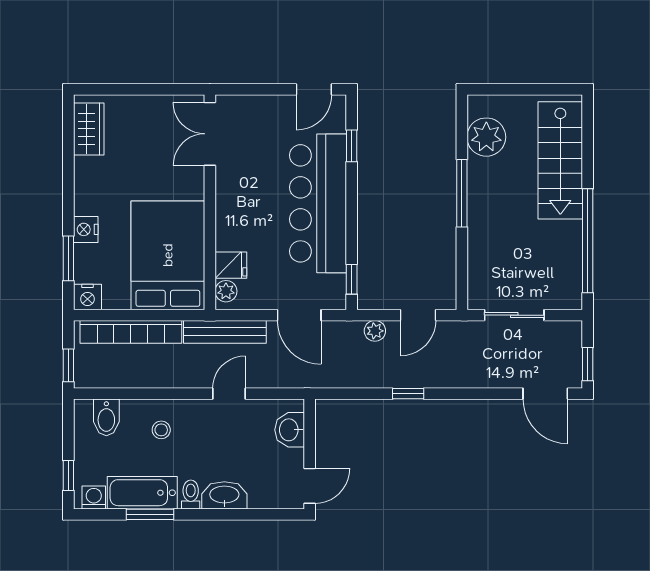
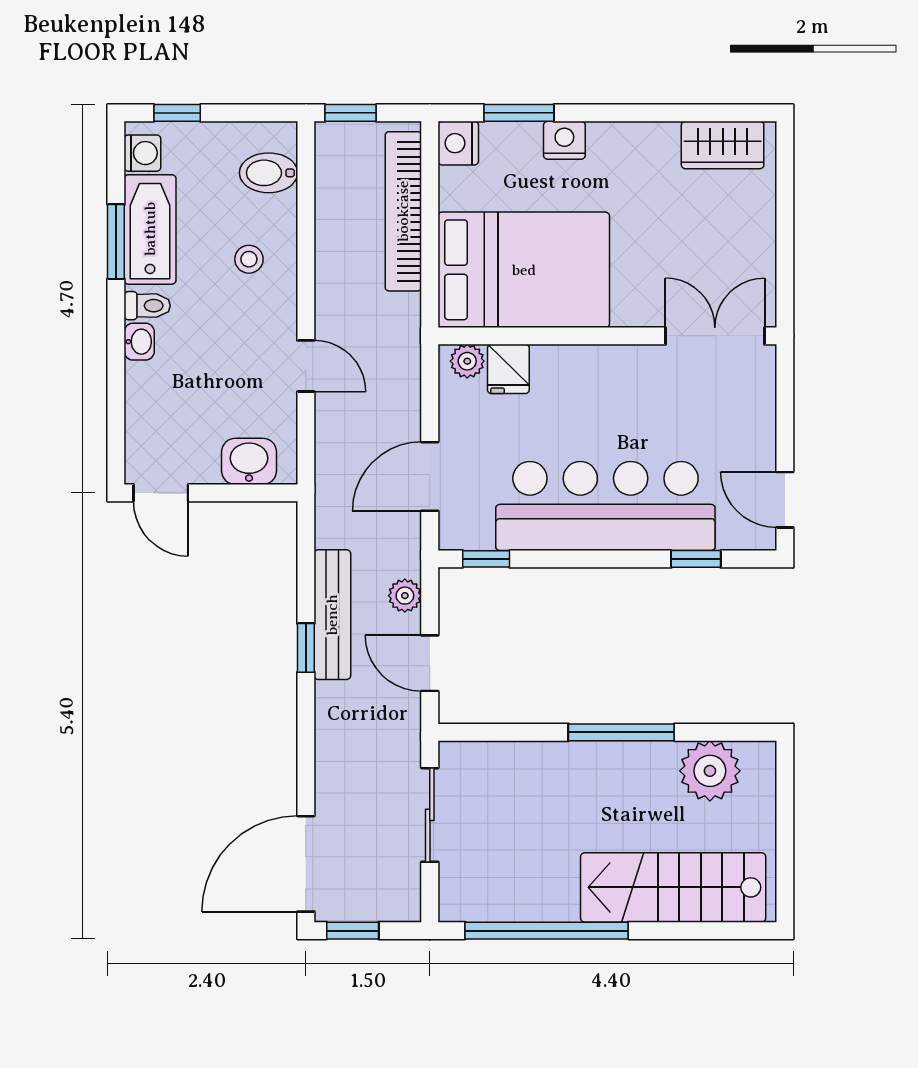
bench: (225, 332) -> (332, 615), moved
door: (545, 394) -> (306, 864), width x1.36
washbasin: (224, 495) -> (139, 342), width x0.52, depth x0.69

